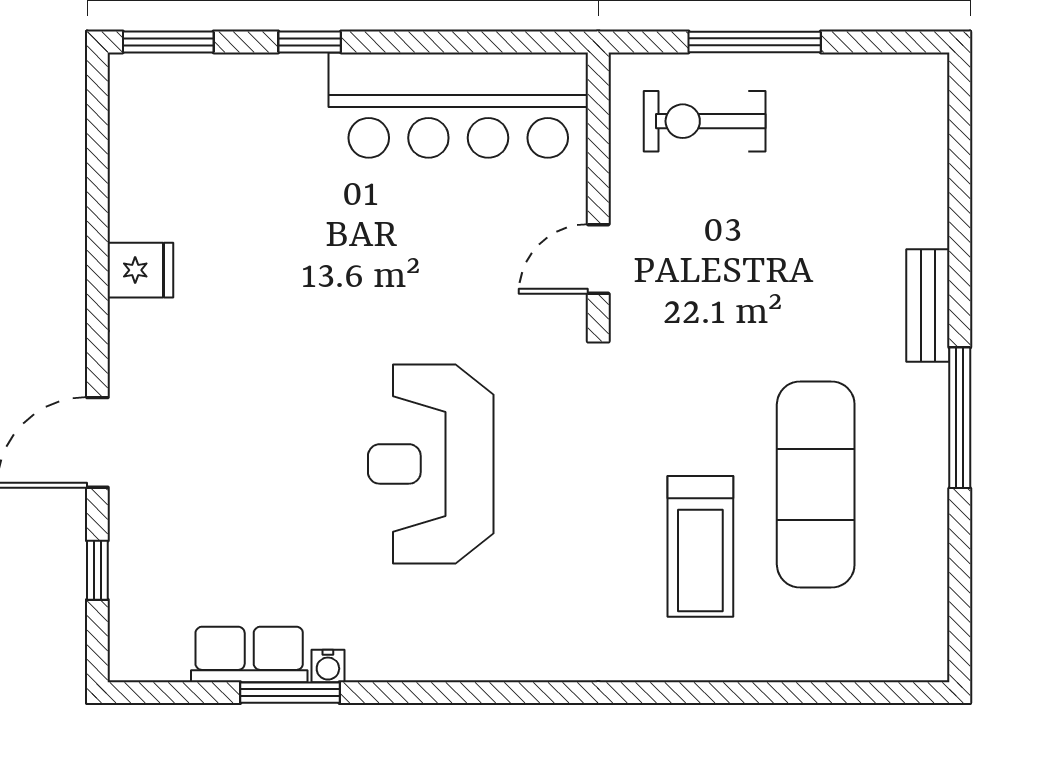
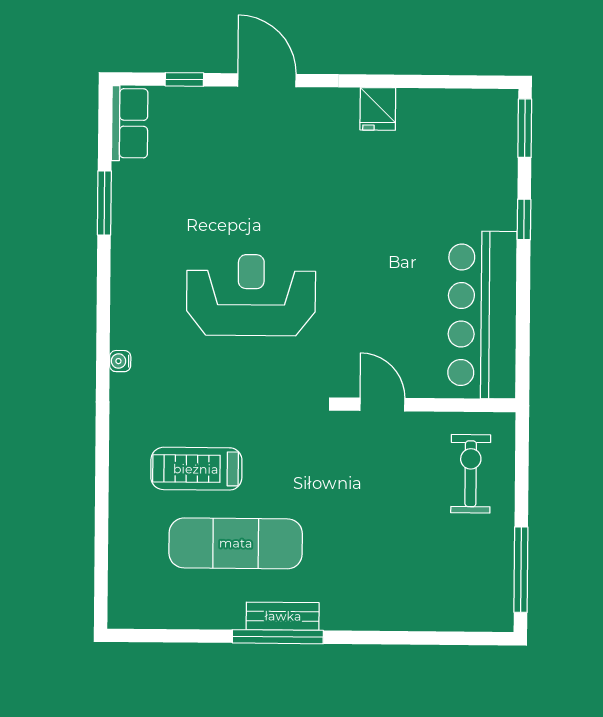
window: (755, 42) -> (521, 570), moved
bench: (928, 305) -> (283, 616), moved
row of seats: (249, 654) -> (130, 123), moved
water cooler: (328, 666) -> (120, 361), moved

